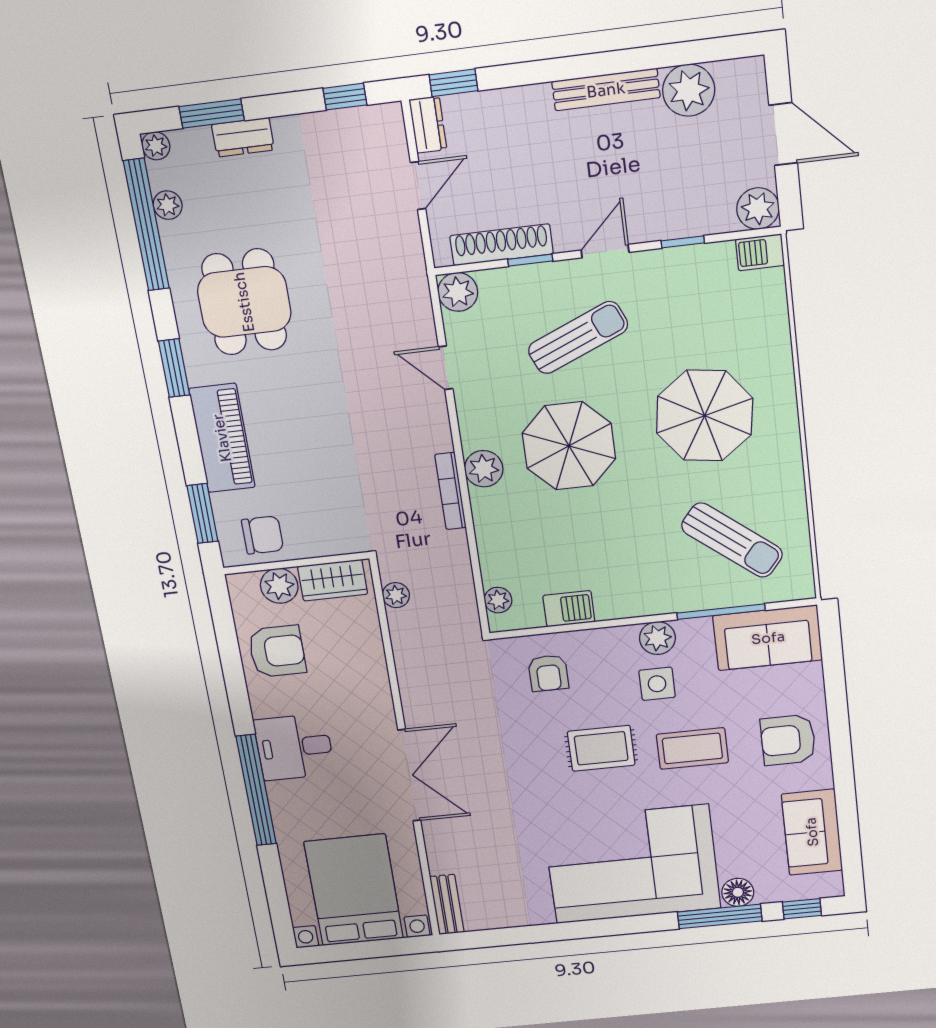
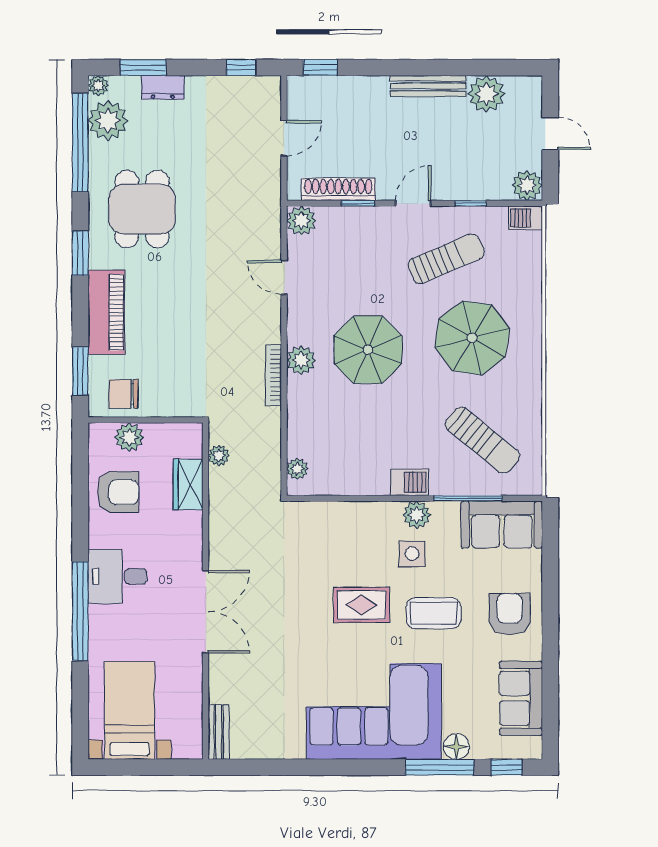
dresser: (428, 125) -> (298, 95), removed
door: (783, 134) -> (550, 134), width x0.73
plant: (168, 205) -> (108, 120), width x1.87, depth x1.87
sun lounger: (578, 338) -> (446, 259), moved
chair: (262, 535) -> (124, 394), turned 180
wardrobe: (332, 580) -> (188, 484), moved, turned 90
barbecue: (569, 609) -> (410, 482), moved
armchair: (548, 673) -> (328, 535), removed
armchair: (788, 740) -> (510, 614), turned 90
bed with nightstands: (354, 890) -> (129, 710), width x0.73

